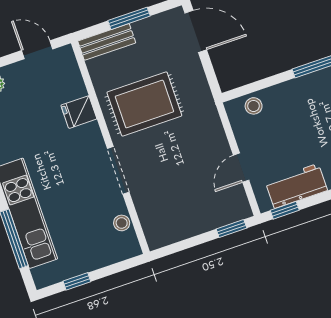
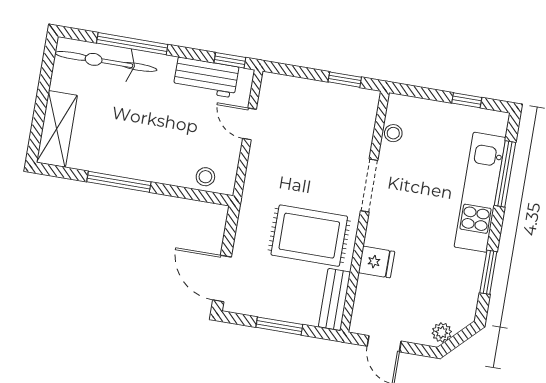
bench: (107, 42) -> (334, 299), moved, turned 90
door: (241, 168) -> (250, 124), swing flipped
window: (231, 229) -> (345, 80), moved

